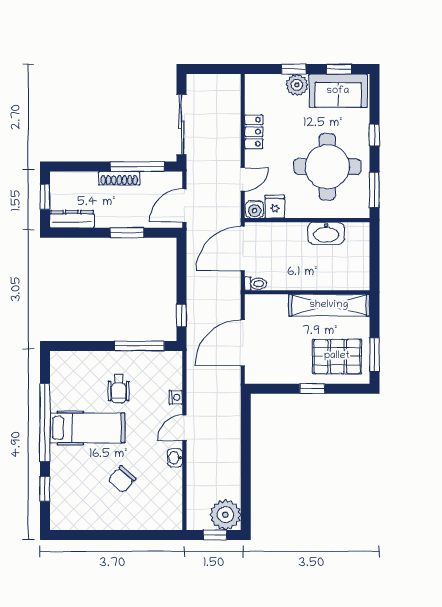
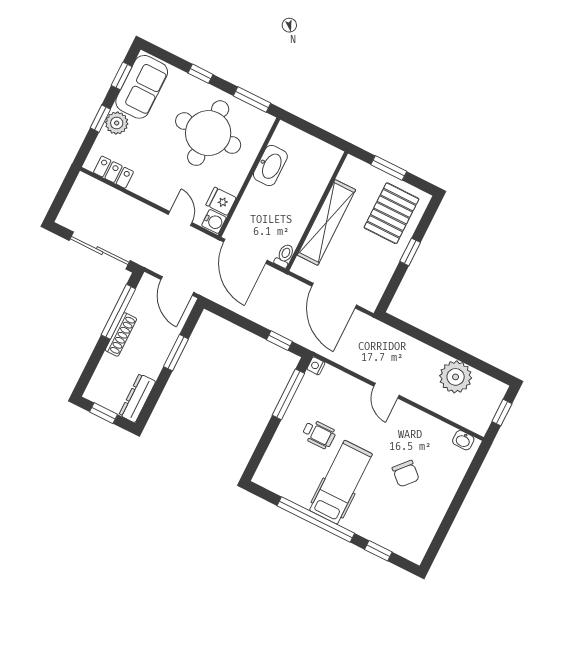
locker: (254, 132) -> (113, 172), moved
shelving: (329, 305) -> (326, 222), moved
window: (374, 355) -> (389, 168), moved
nightstand: (176, 397) -> (316, 366), moved, turned -90
washbasin: (175, 458) -> (463, 440), moved
plant: (225, 515) -> (456, 377), moved

